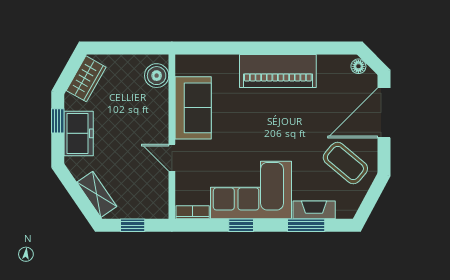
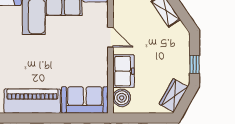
sofa: (193, 108) -> (85, 100), moved, turned 90
freezer: (79, 133) -> (124, 71), moved, turned 180

